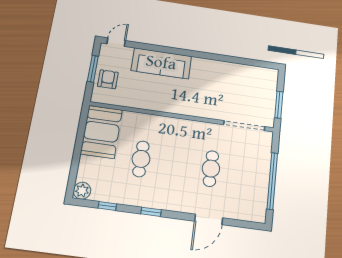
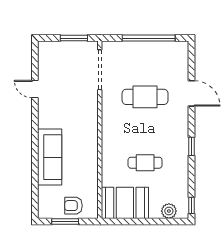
door: (116, 42) -> (35, 89), moved
cafe table: (211, 169) -> (145, 97), width x1.37, depth x1.35
plant: (82, 191) -> (169, 211), moved
window: (107, 206) -> (191, 205), moved

